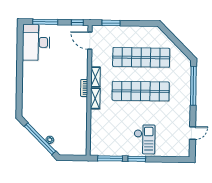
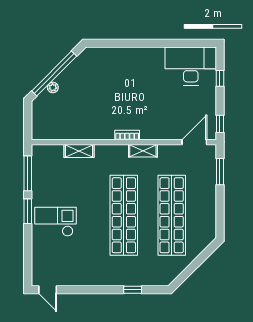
window: (45, 22) -> (220, 78), width x0.46
window: (193, 86) -> (133, 290), width x0.32
shelving: (95, 98) -> (79, 151), moved
door: (193, 133) -> (48, 290), moved
checkout: (144, 139) -> (56, 222), turned 180

